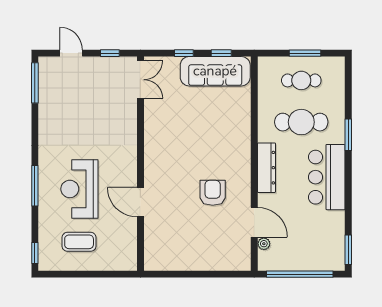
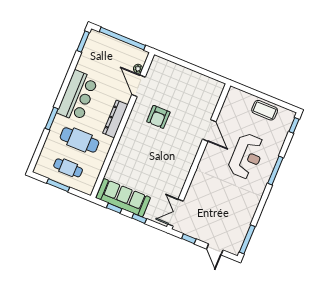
coffee table: (79, 242) -> (265, 110), moved

